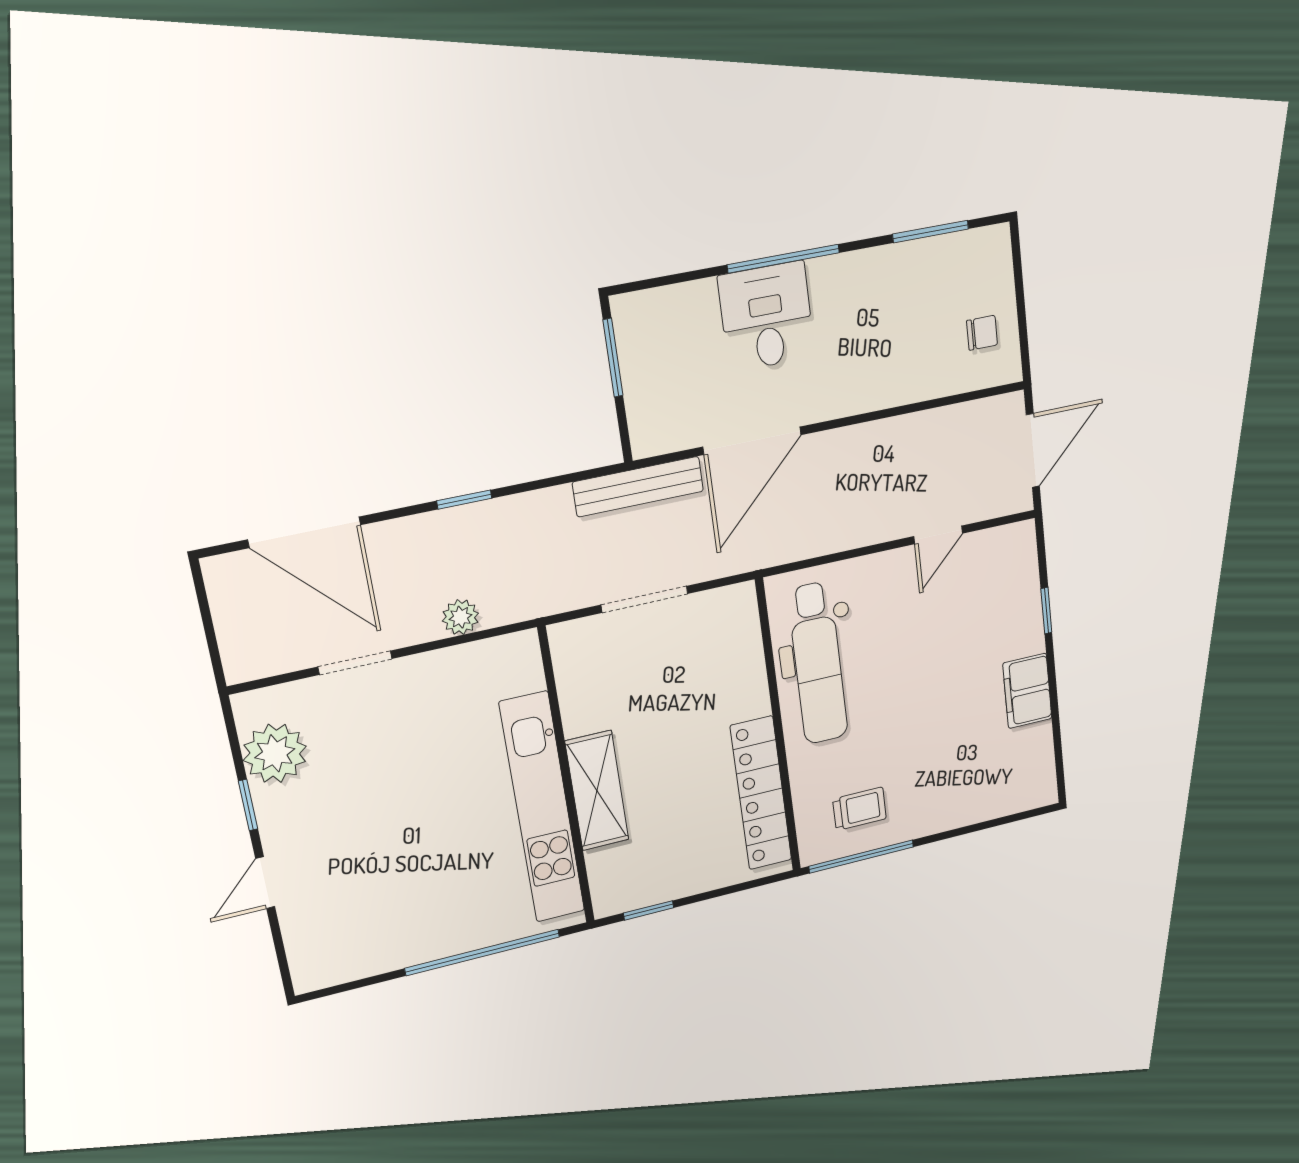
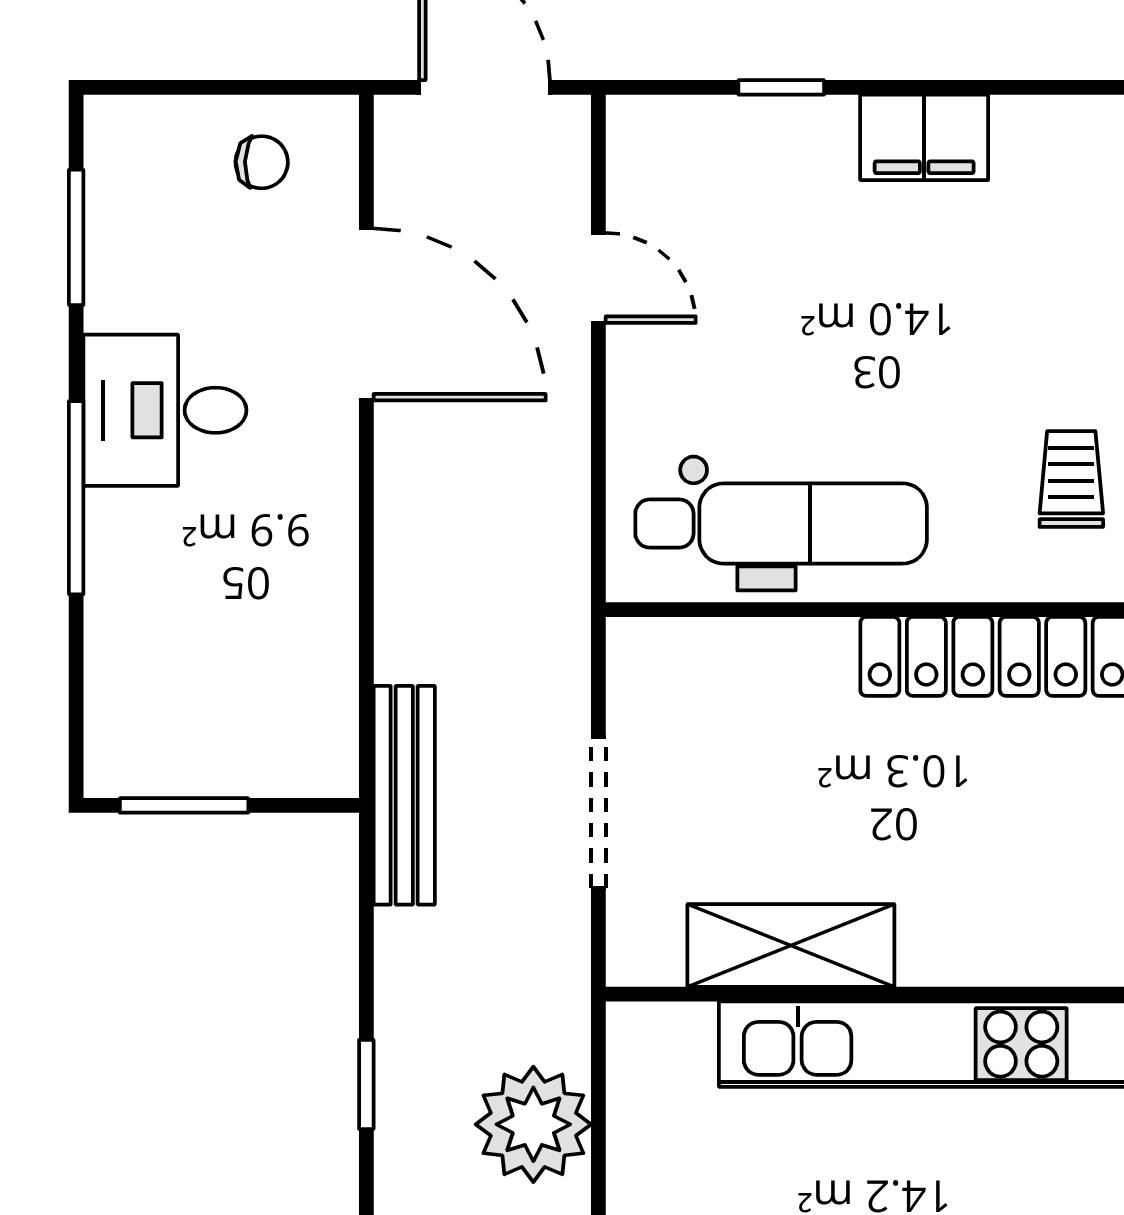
desk: (767, 317) -> (165, 410), moved
chair: (982, 333) -> (262, 162), turned 92
door: (752, 441) -> (366, 314), moved
plant: (460, 617) -> (533, 1124), width x1.88, depth x1.88
shelving: (597, 791) -> (791, 945), moved

